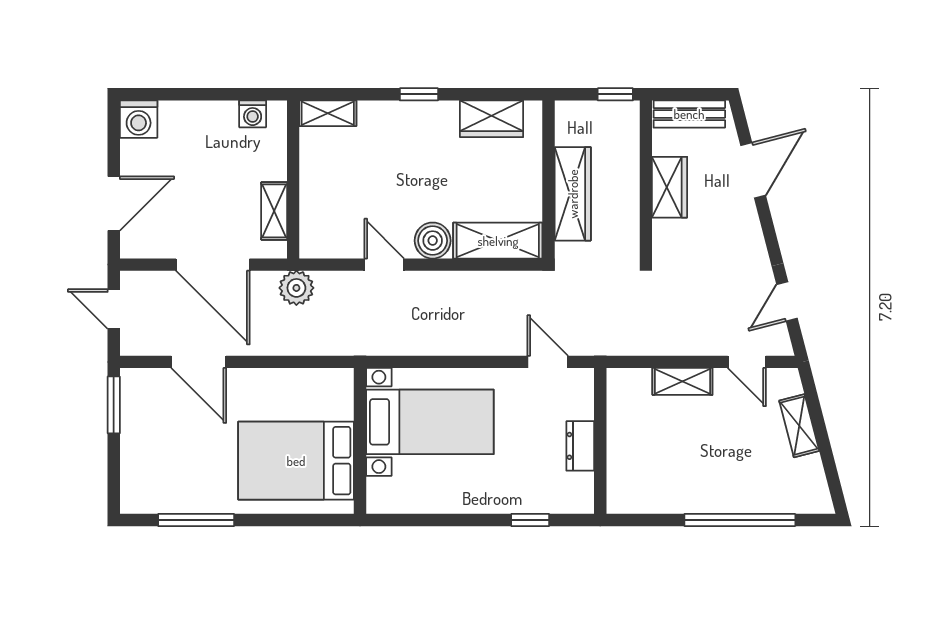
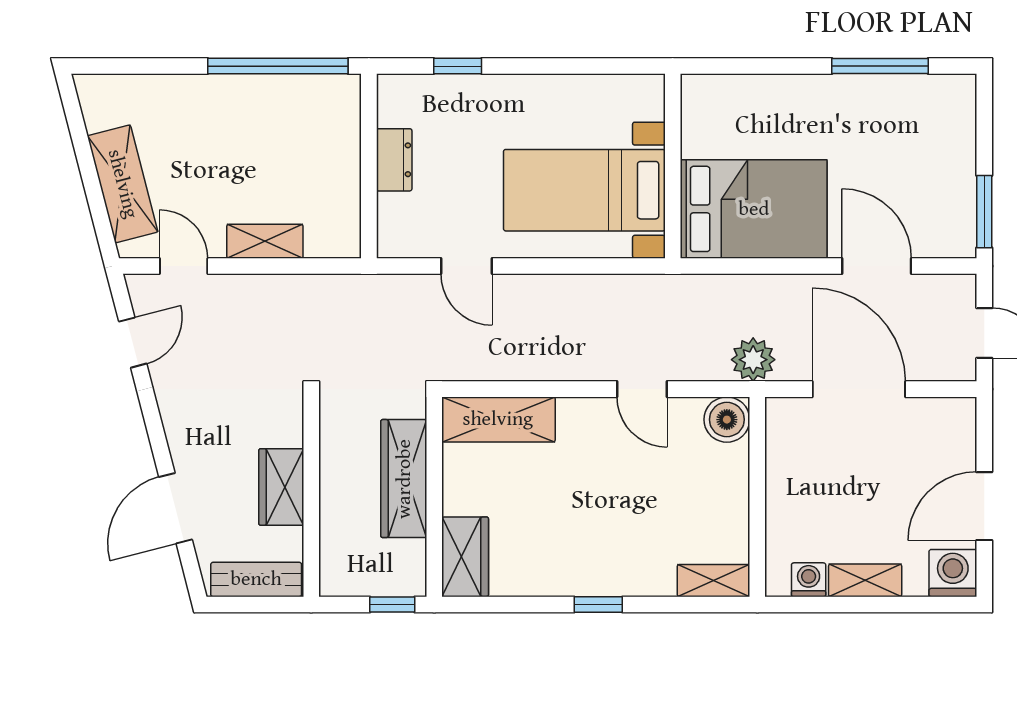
window: (615, 94) -> (392, 604), moved
wardrobe: (492, 119) -> (465, 557), moved, turned 90
door: (114, 203) -> (984, 506), moved
shelving: (274, 211) -> (865, 580), moved, turned 90
boiler: (433, 241) -> (727, 420), moved
door: (548, 362) -> (467, 266), moved
shelving: (799, 426) -> (123, 184), width x1.50, depth x1.33
bed: (296, 461) -> (754, 209), moved
window: (740, 520) -> (278, 66), moved

